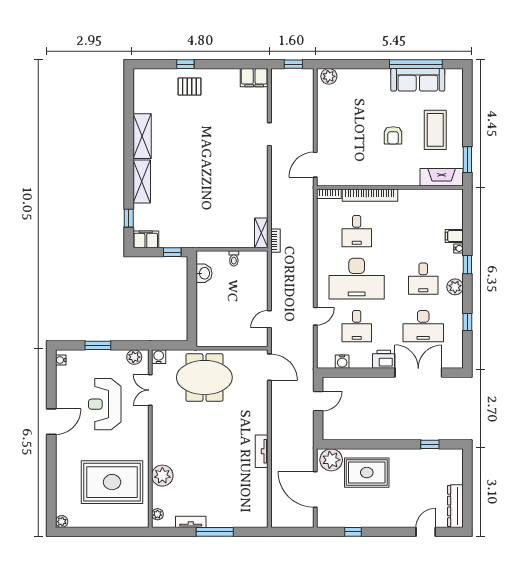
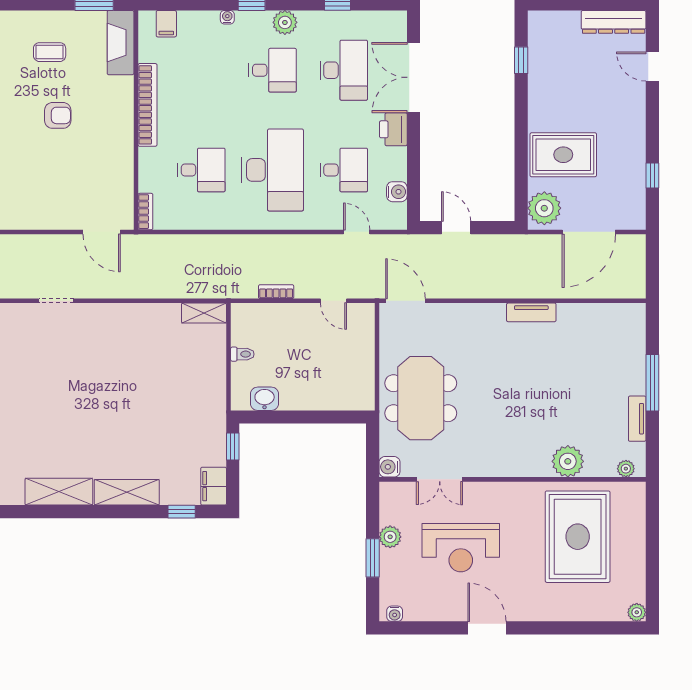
coffee table: (435, 130) -> (50, 52), width x0.54, depth x0.58
bookcase: (370, 195) -> (147, 105), moved
filing cabinet: (454, 236) -> (166, 24), moved
bookcase: (275, 241) -> (276, 292), moved
door: (315, 316) -> (357, 232), moved
plant: (134, 357) -> (390, 537), moved
door: (269, 367) -> (405, 301), hinge flipped
rug: (367, 473) -> (563, 155), turned 90

